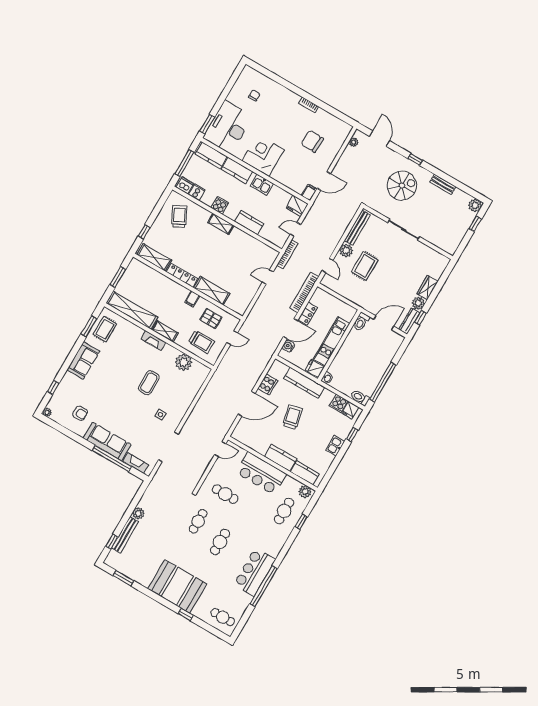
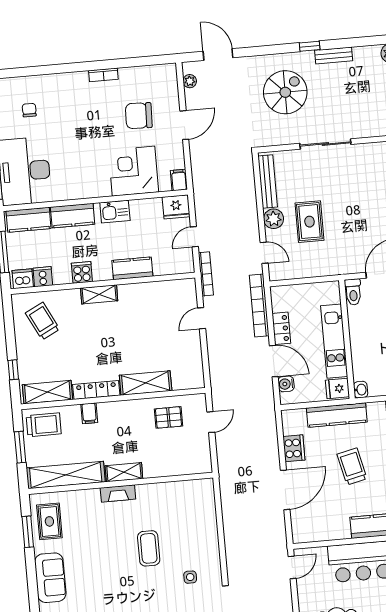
corner desk: (263, 155) -> (134, 171), moved
window: (415, 159) -> (310, 46), moved
door: (324, 181) -> (184, 125), moved
filing cabinet: (192, 299) -> (89, 413), moved
door: (291, 329) -> (274, 361), hinge flipped
trolley: (201, 342) -> (44, 425), moved
plant: (184, 362) -> (173, 494), removed

